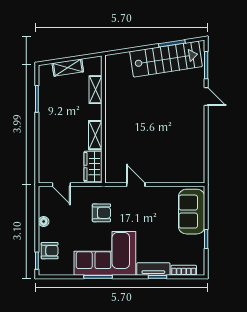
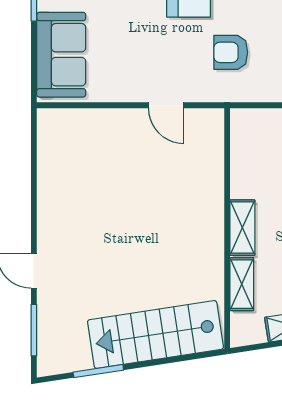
stairs: (166, 59) -> (155, 334), moved
shelving: (95, 135) -> (242, 228), moved
wardrobe: (93, 167) -> (247, 139), removed

